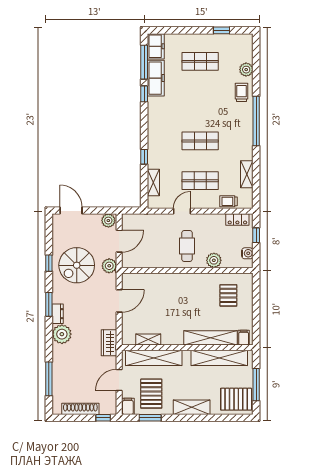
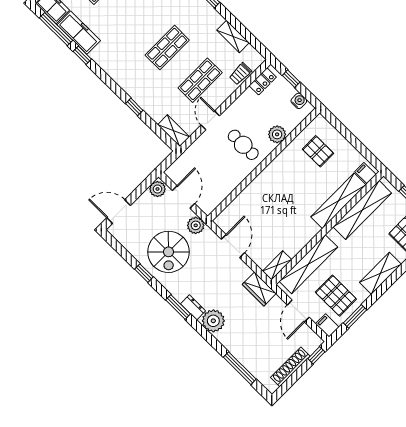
shelving: (153, 183) -> (174, 131), moved
shelving: (148, 339) -> (277, 265), moved

